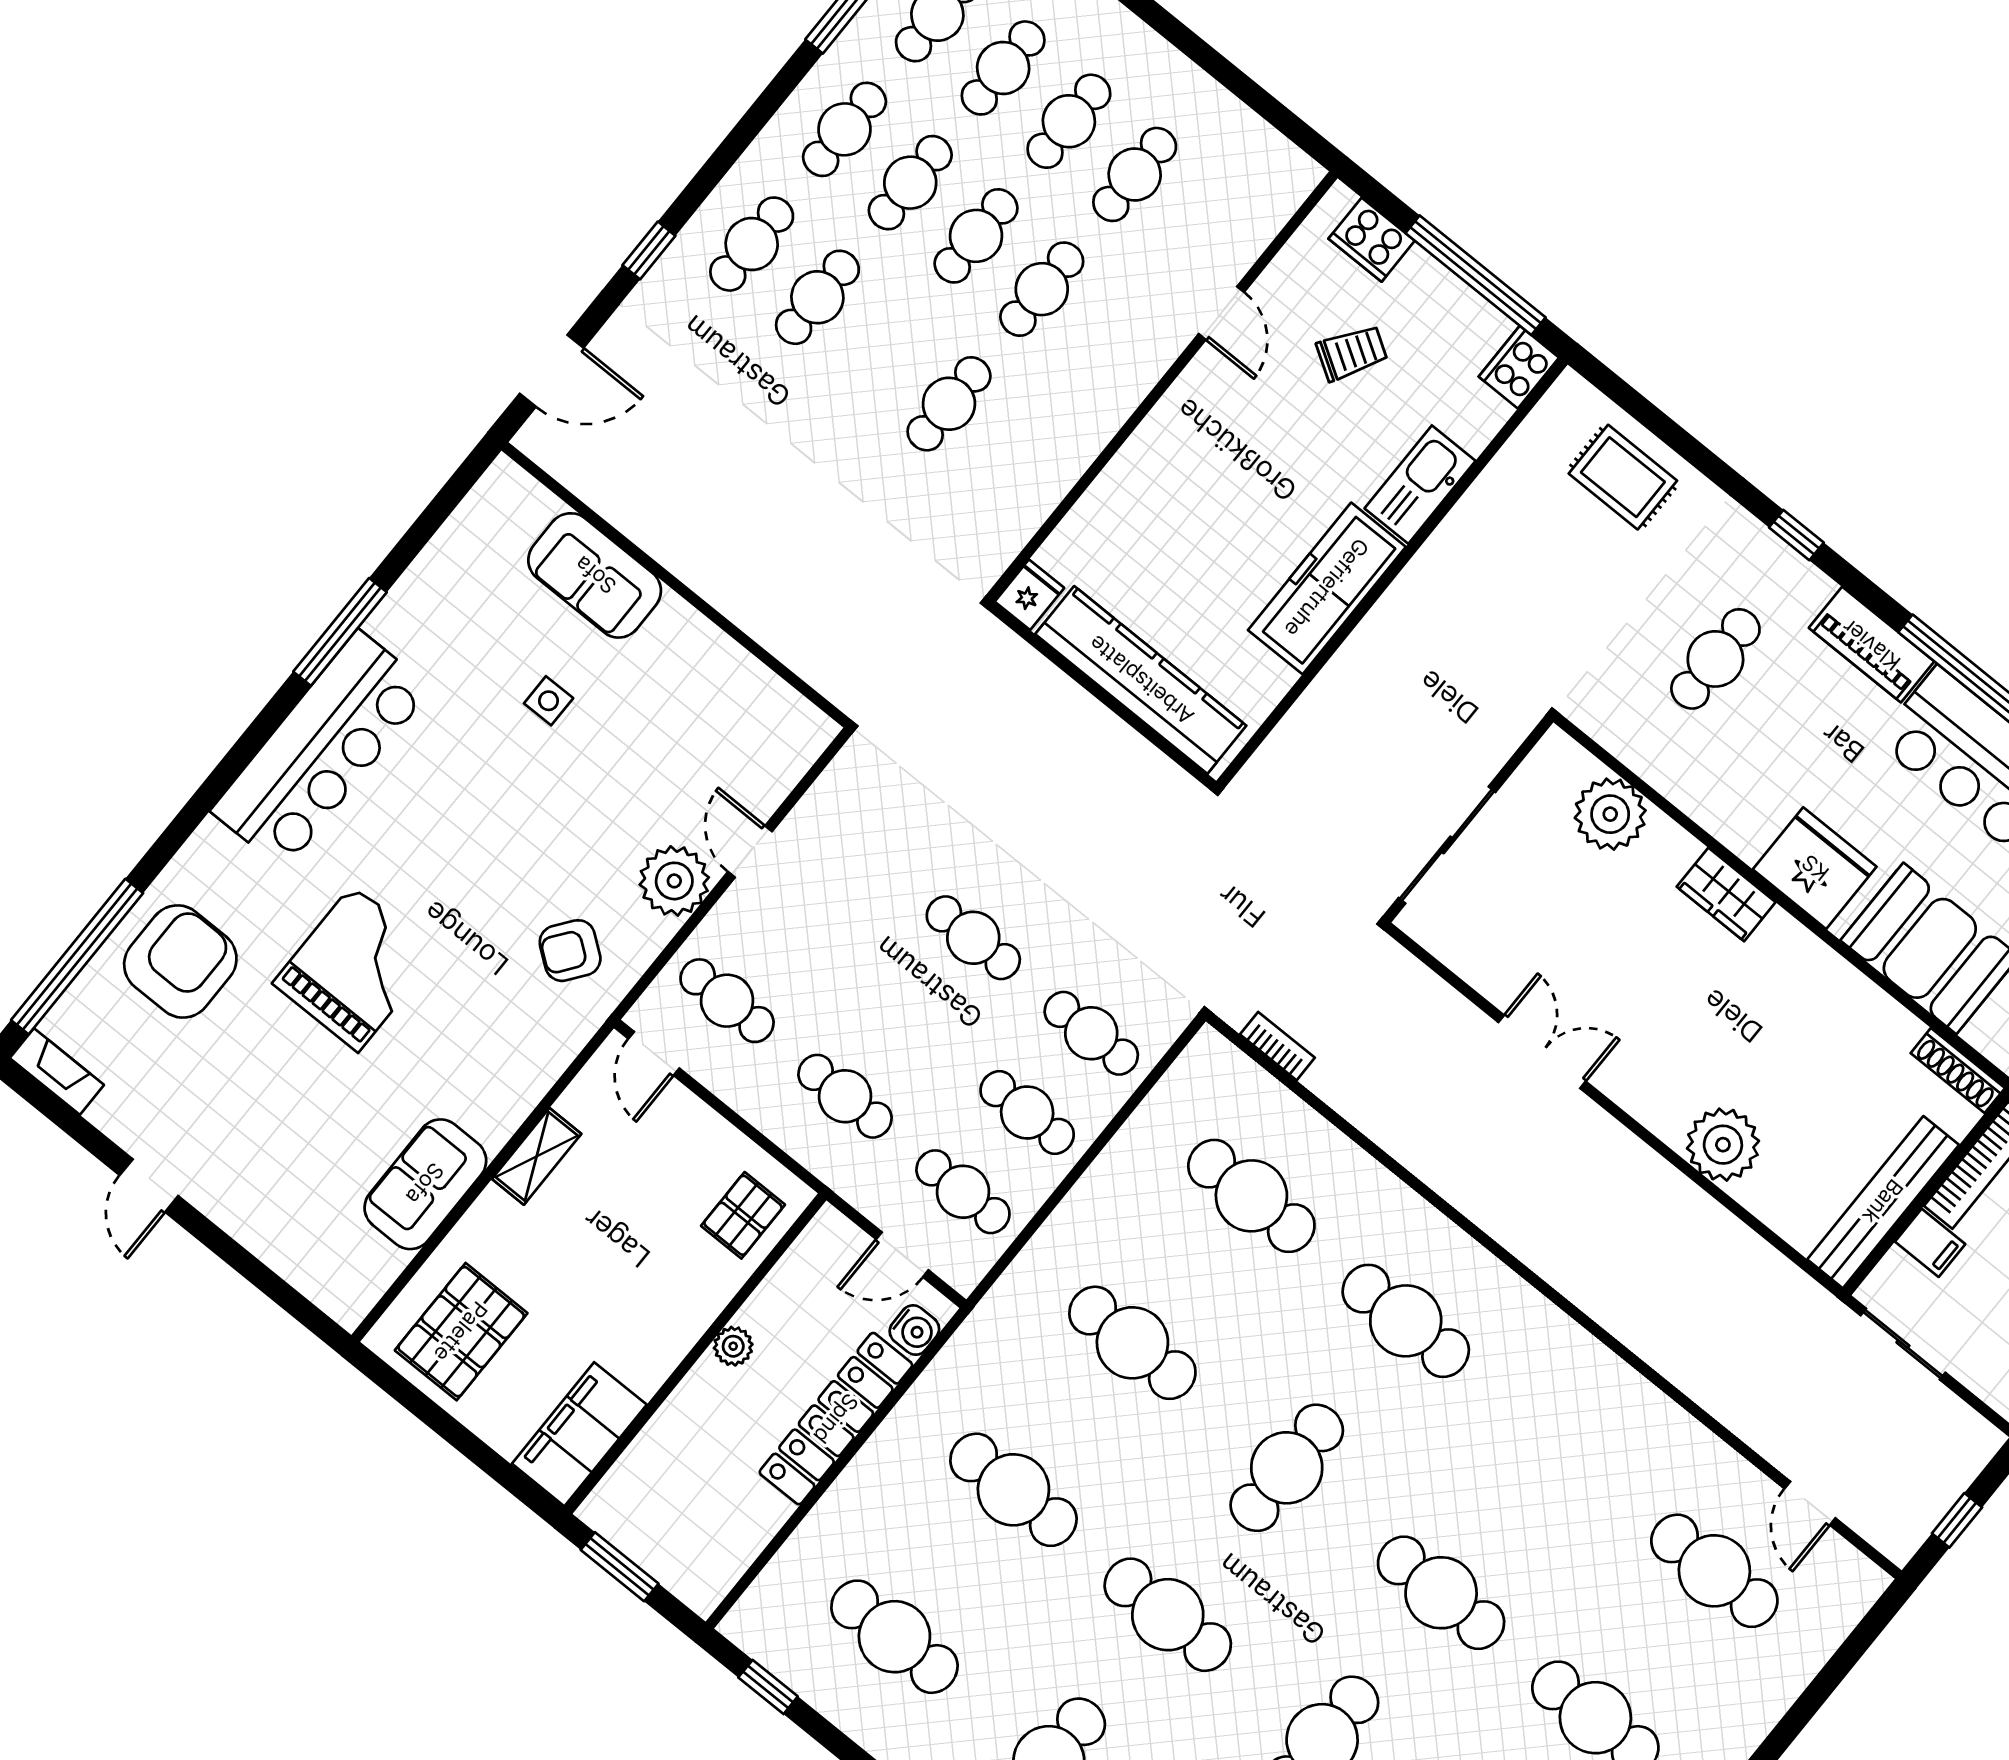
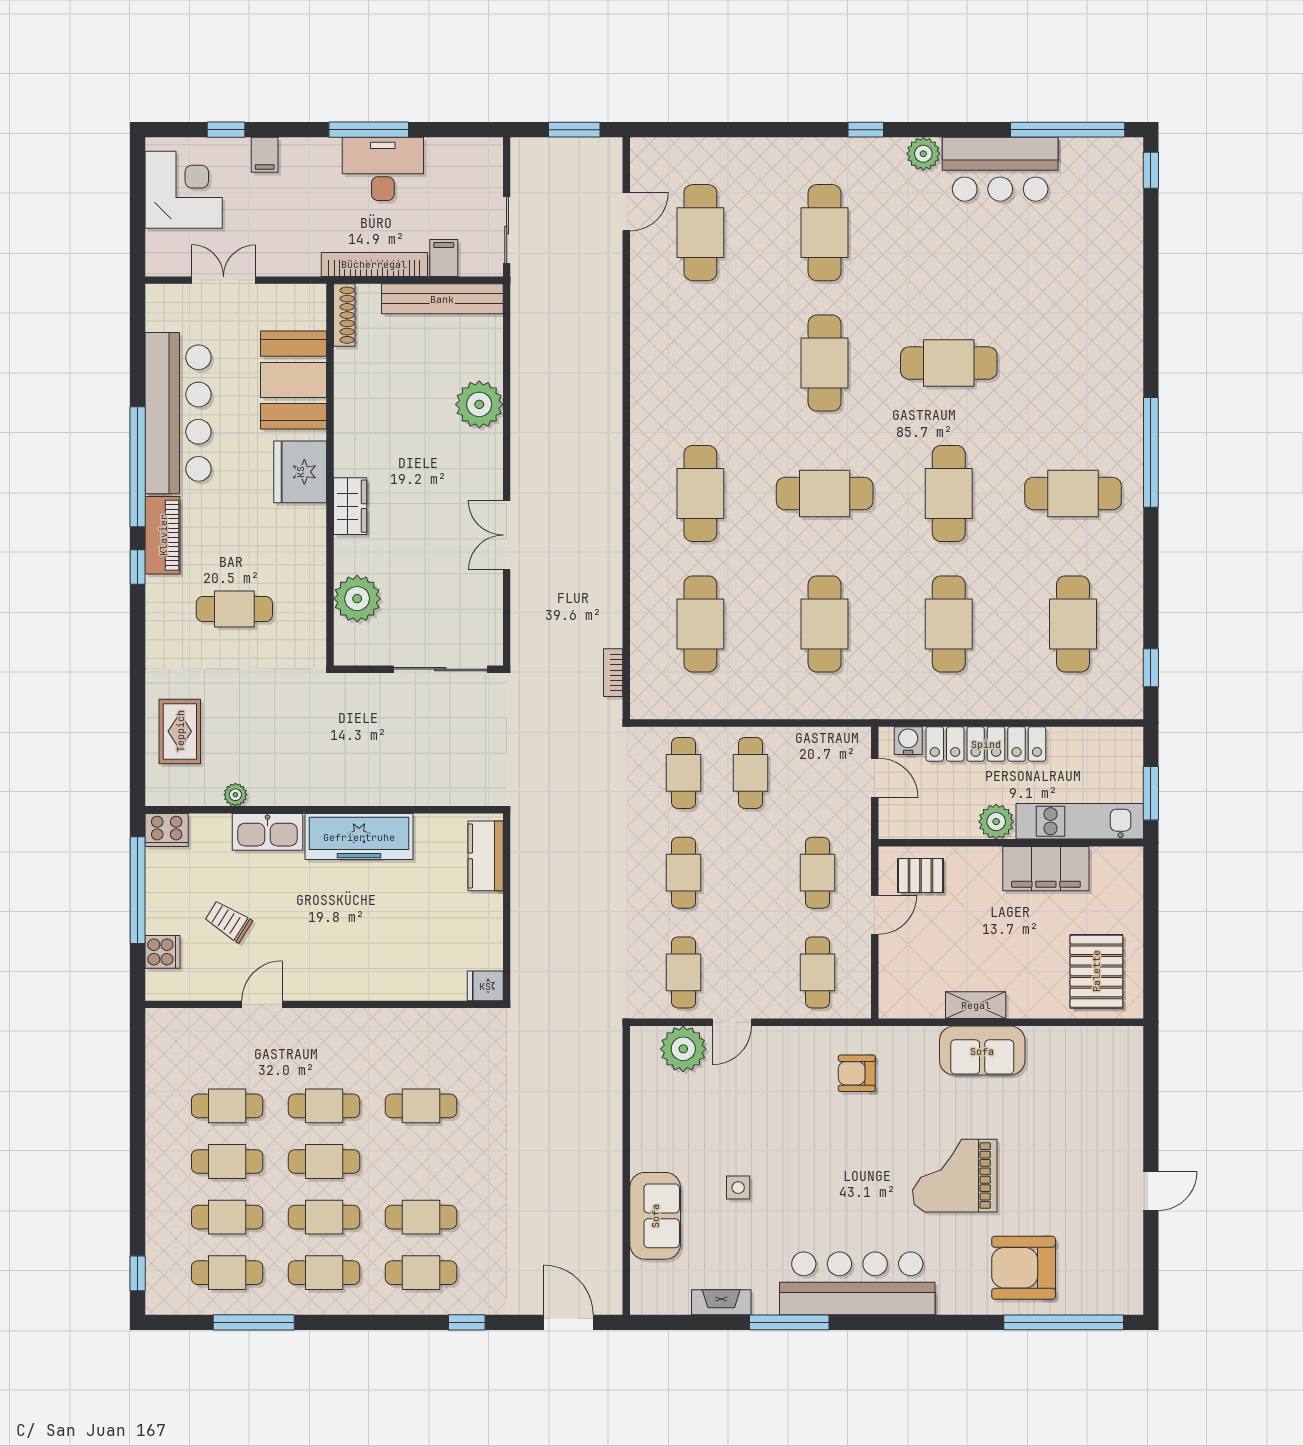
cooker: (1372, 240) -> (162, 952), width x0.73
plant: (1495, 482) -> (235, 795), added
window: (1796, 535) -> (138, 567), moved
kitchen counter: (1141, 680) -> (486, 856), width x0.48, depth x0.86
plant: (674, 881) -> (683, 1049), moved
armchair: (570, 951) -> (857, 1073), turned 143
door: (654, 1053) -> (875, 915), moved
fireplace: (57, 1072) -> (721, 1302), moved, turned 90
sofa: (425, 1184) -> (982, 1051), moved
cafe table: (963, 1192) -> (684, 972), moved
pallet: (461, 1332) -> (1096, 971), turned 90
plant: (733, 1346) -> (996, 822), width x1.38, depth x1.38
filing cabinet: (579, 1434) -> (1046, 869), moved
kitchen unit: (655, 1456) -> (1080, 821), added
window: (1957, 1520) -> (574, 130), width x1.50

